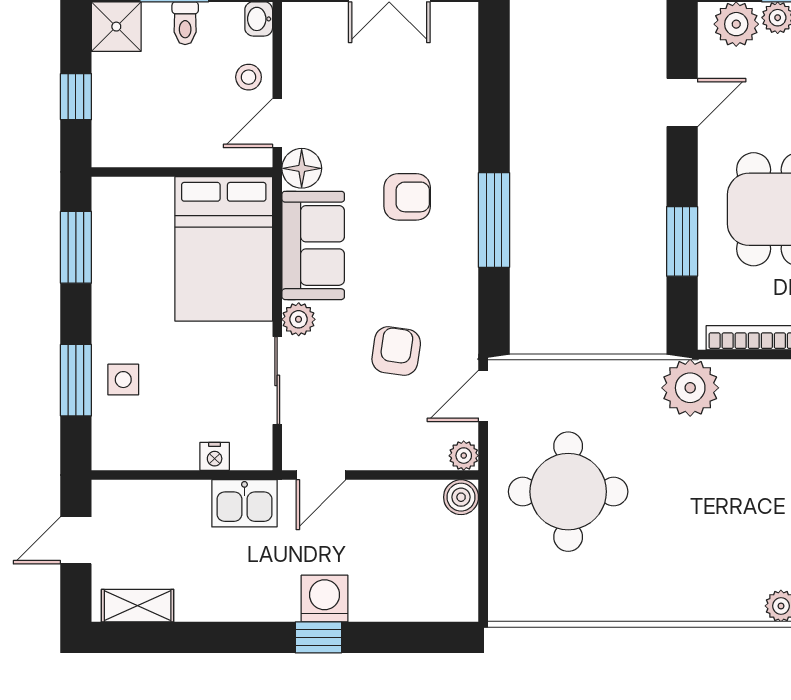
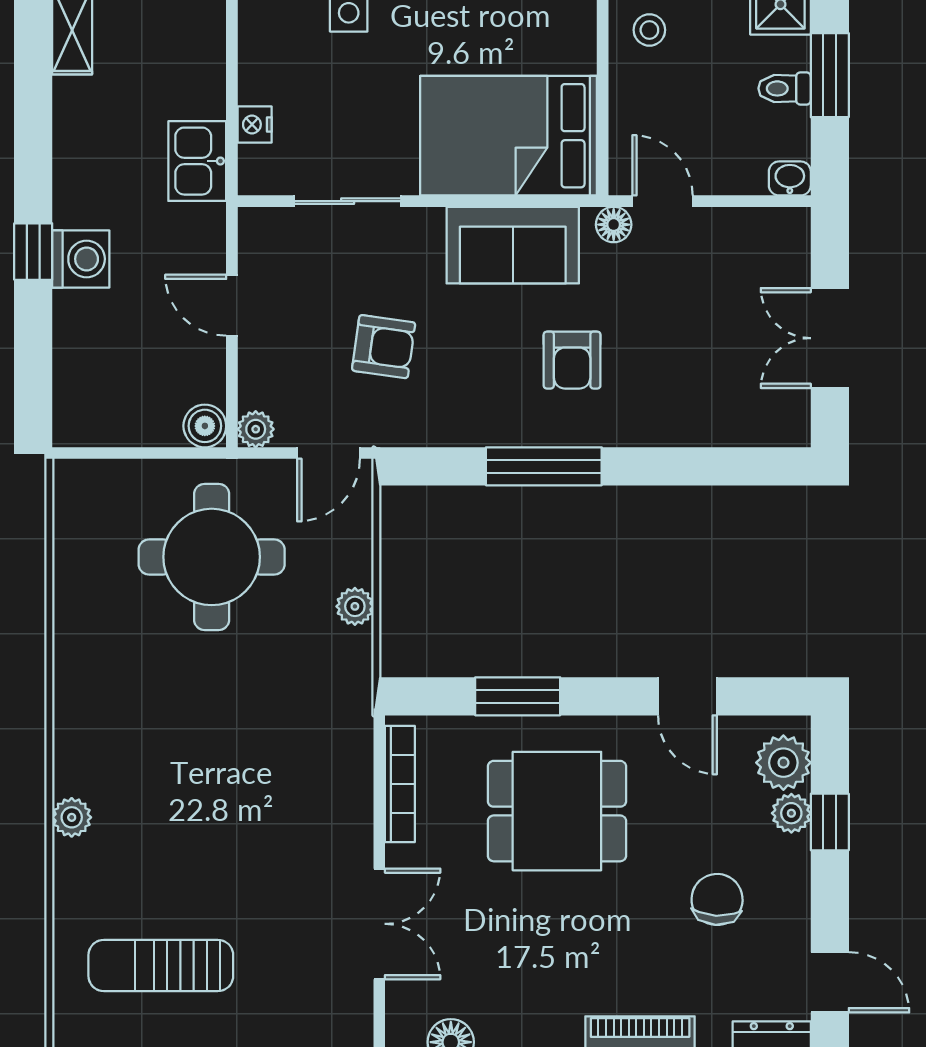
stool: (249, 77) -> (649, 30), moved
floor lamp: (302, 168) -> (614, 225), width x0.73, depth x0.73
plant: (299, 319) -> (422, 227), removed
plant: (690, 388) -> (355, 606), moved, width x0.53, depth x0.53
door: (483, 396) -> (329, 453), swing flipped
door: (321, 475) -> (232, 305), moved

